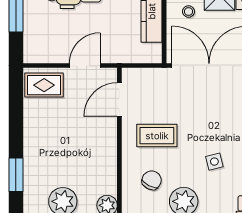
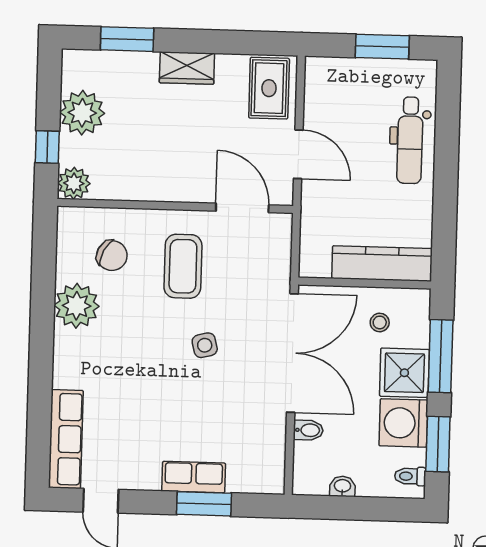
wardrobe: (33, 137) -> (187, 68), added
side table: (214, 162) -> (205, 345), moved

